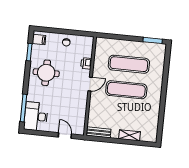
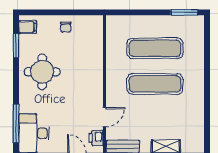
printer: (86, 63) -> (96, 138), moved
door: (90, 84) -> (104, 117), moved

